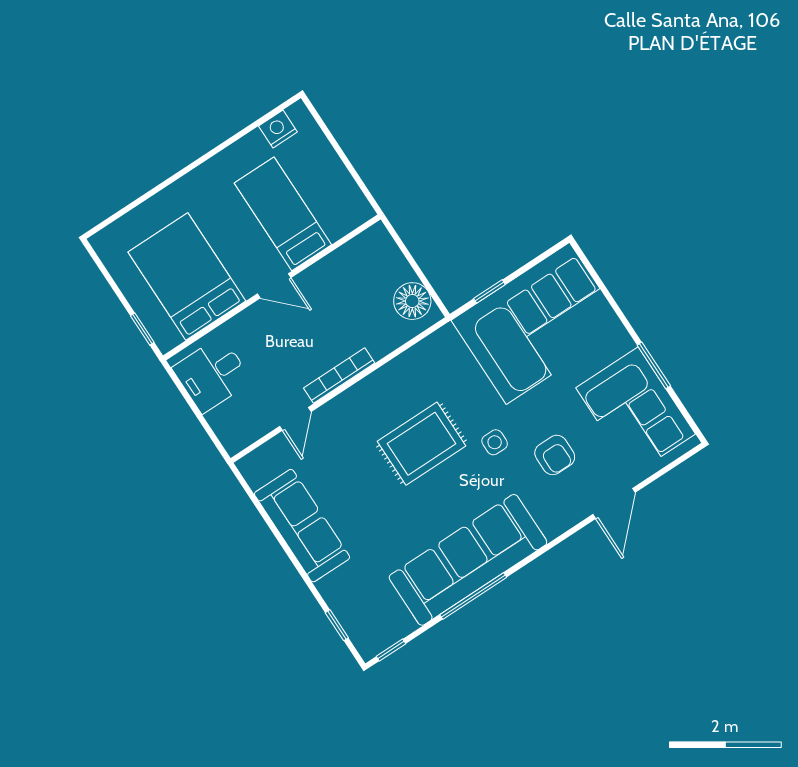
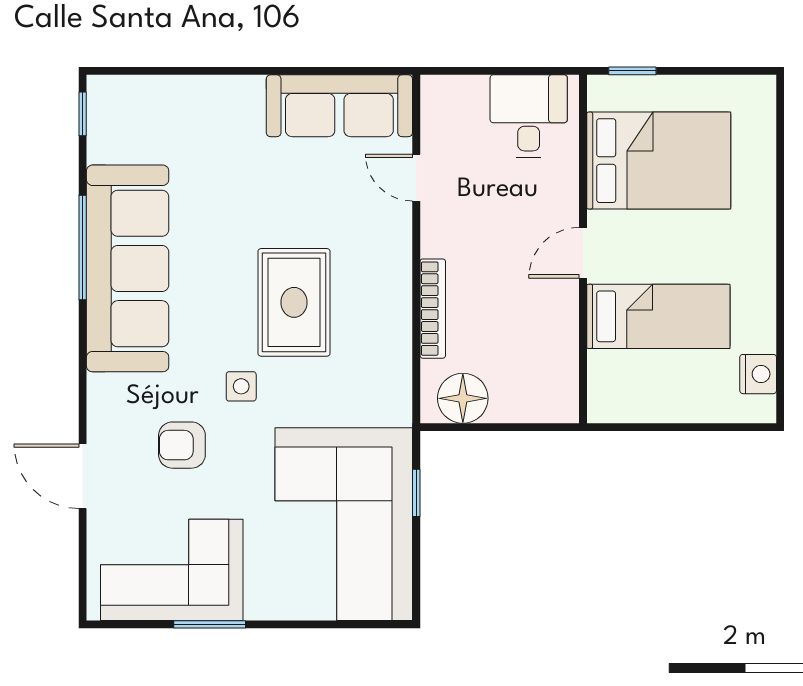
bookcase: (339, 376) -> (433, 309), moved
sofa: (302, 526) -> (339, 106), moved
window: (337, 625) -> (151, 71), removed

